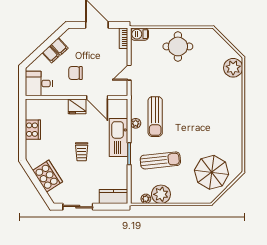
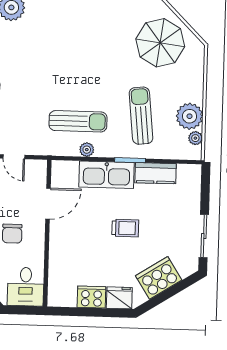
fridge: (77, 106) -> (119, 298), moved, turned -90
kitchen counter: (113, 197) -> (156, 173), moved, turned -90

